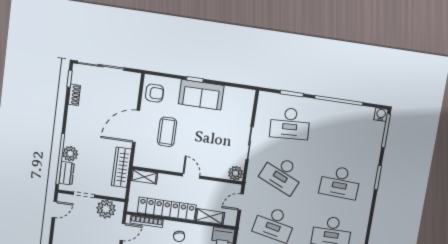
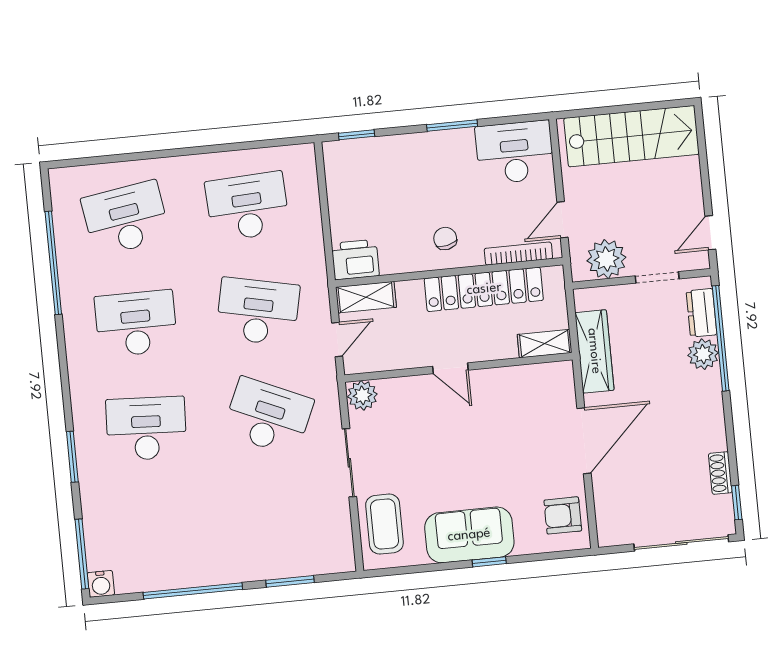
desk: (290, 124) -> (278, 521), removed
coffee table: (167, 132) -> (384, 524), moved
shelving: (210, 217) -> (366, 297), moved

